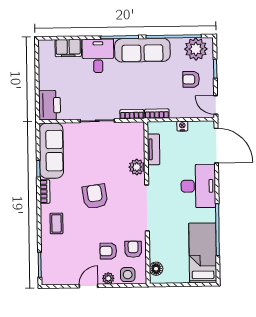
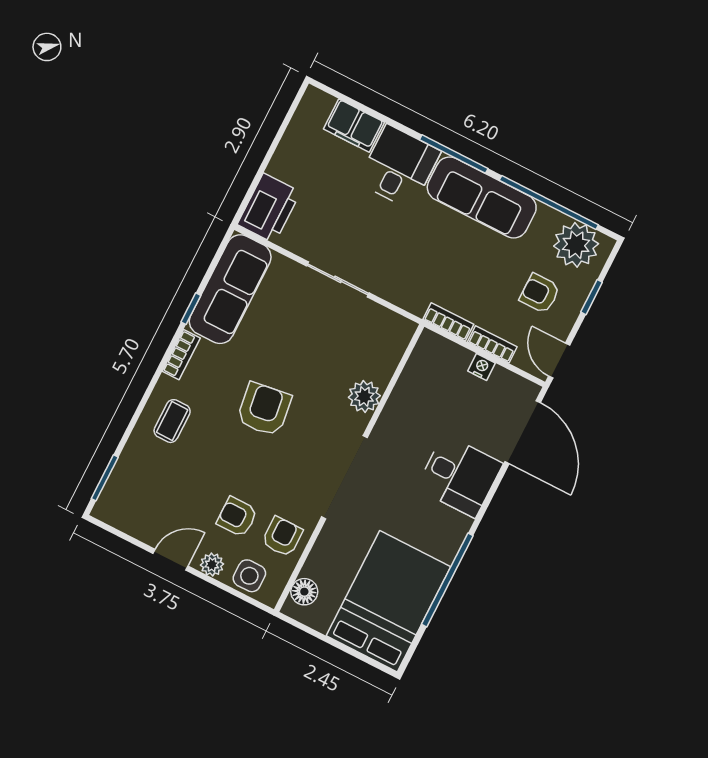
bookcase: (132, 114) -> (492, 344), moved
tv unit: (154, 149) -> (410, 381), removed
desk: (198, 186) -> (459, 476), width x0.73
bed: (203, 253) -> (389, 601), width x1.50

